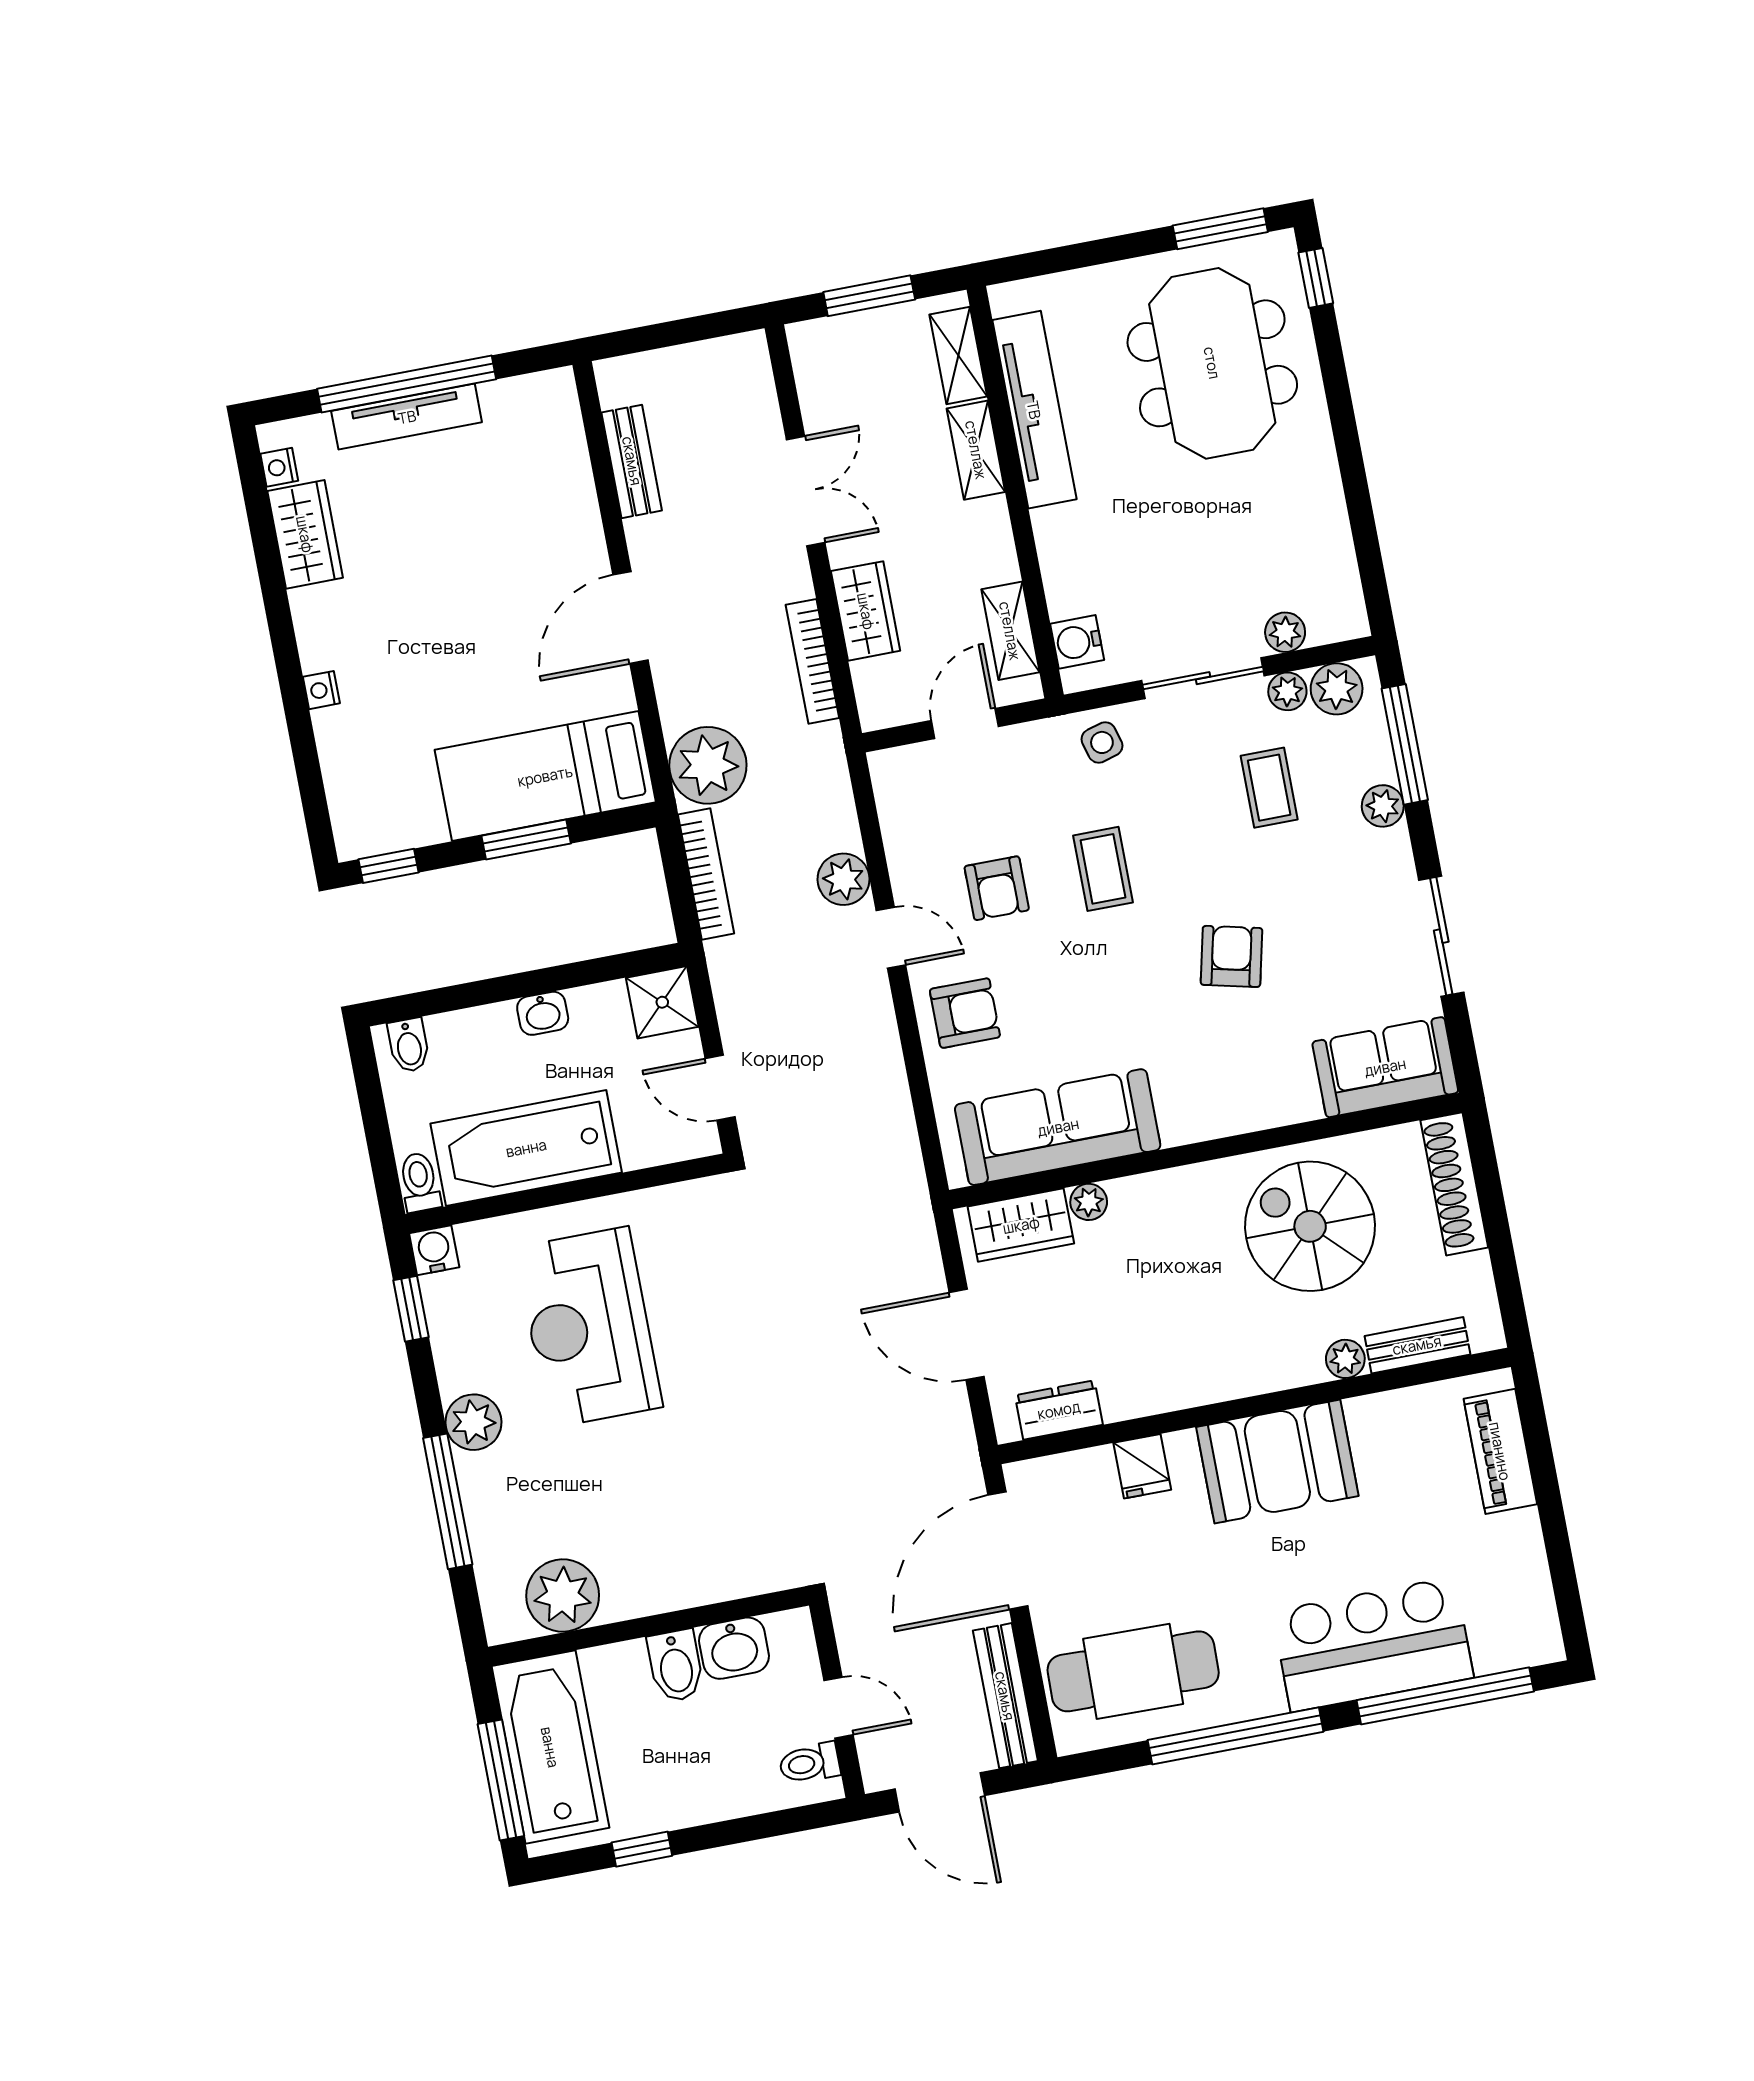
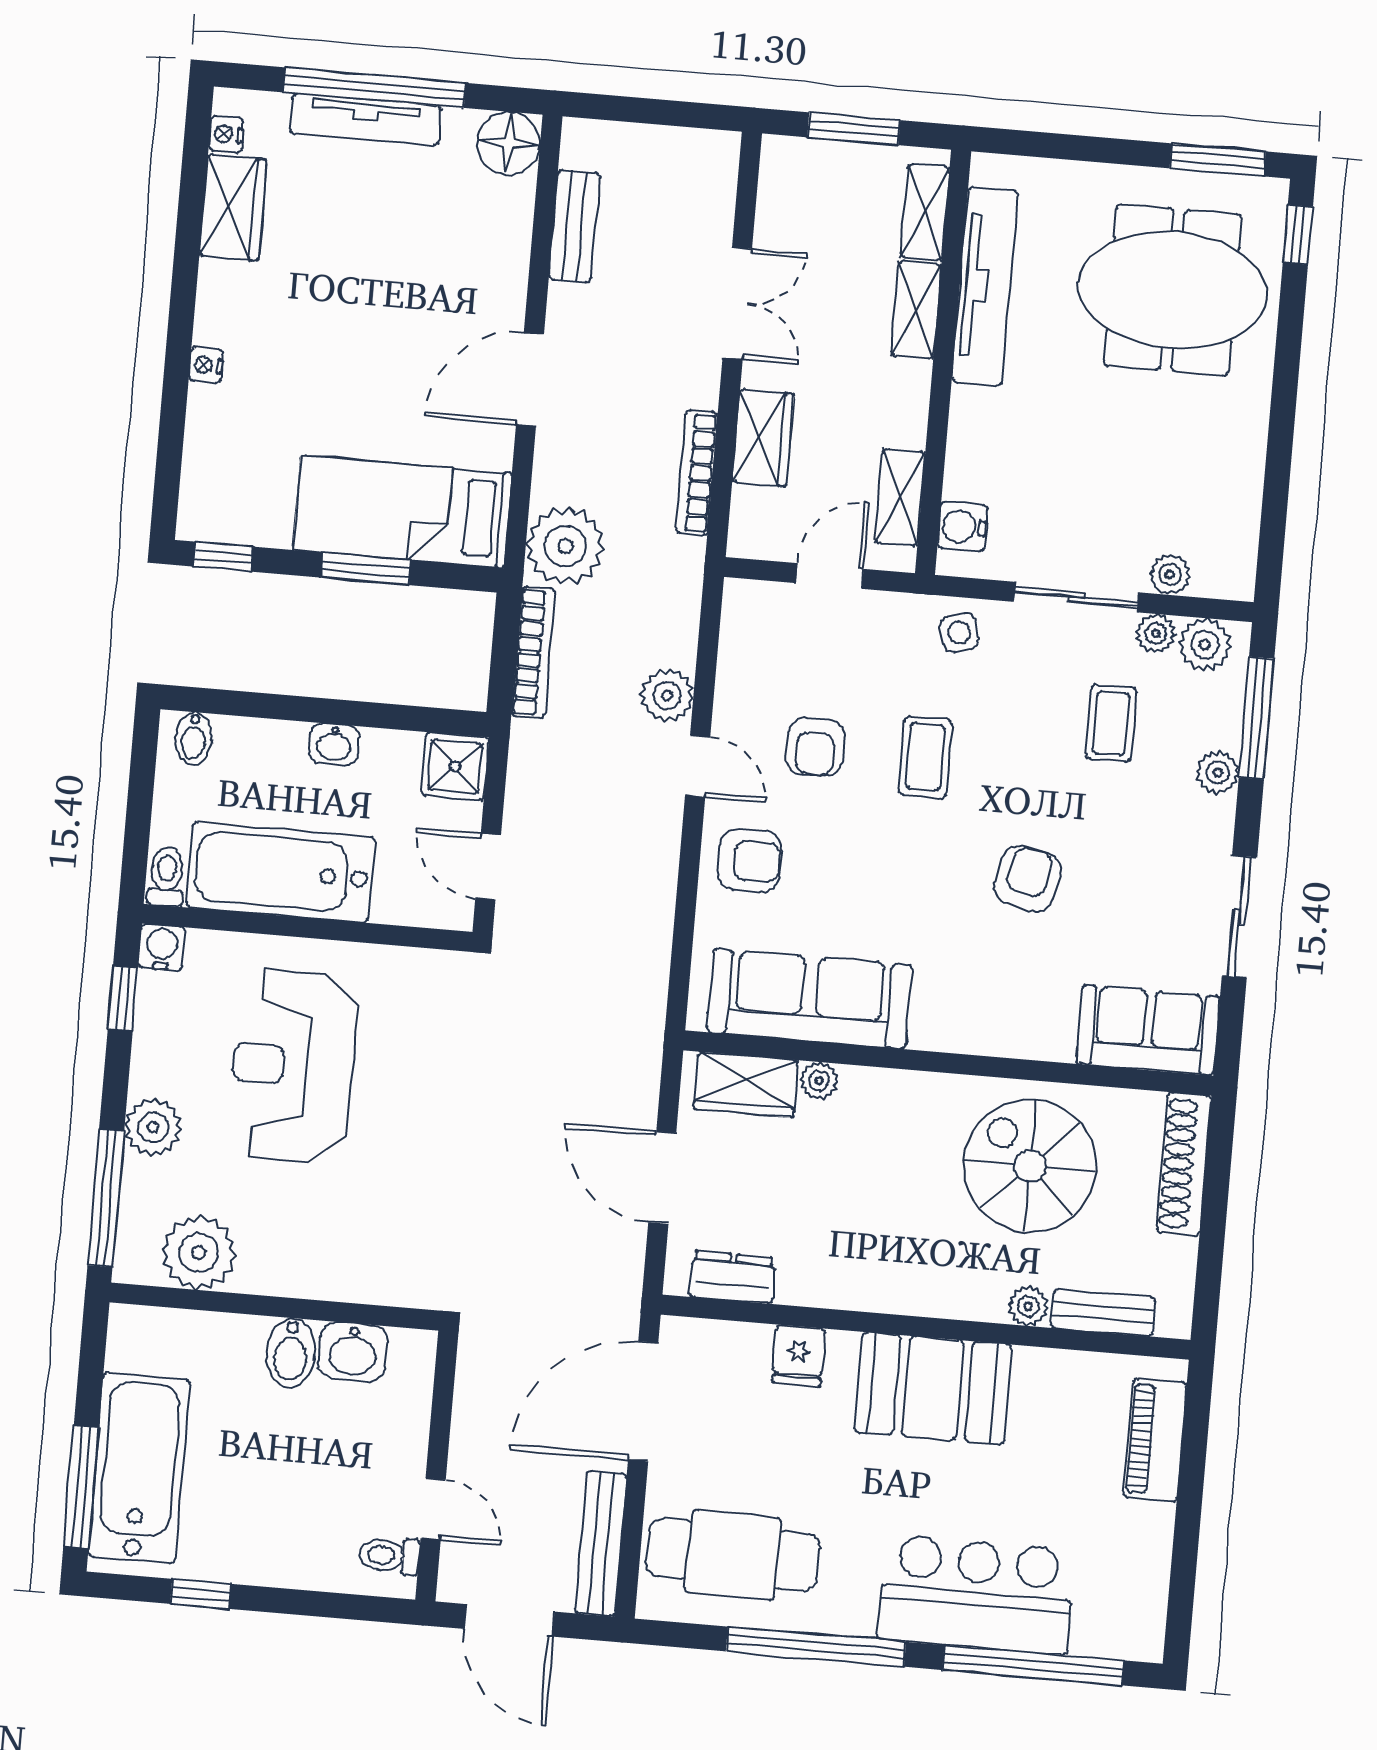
meeting table: (1212, 363) -> (1173, 290), turned 90
floor lamp: (548, 401) -> (509, 143), added
plant: (563, 1596) -> (199, 1253), moved
wall: (648, 1626) -> (275, 1307), moved
washbasin: (734, 1648) -> (353, 1352), moved
bidet: (676, 1666) -> (291, 1353), moved

